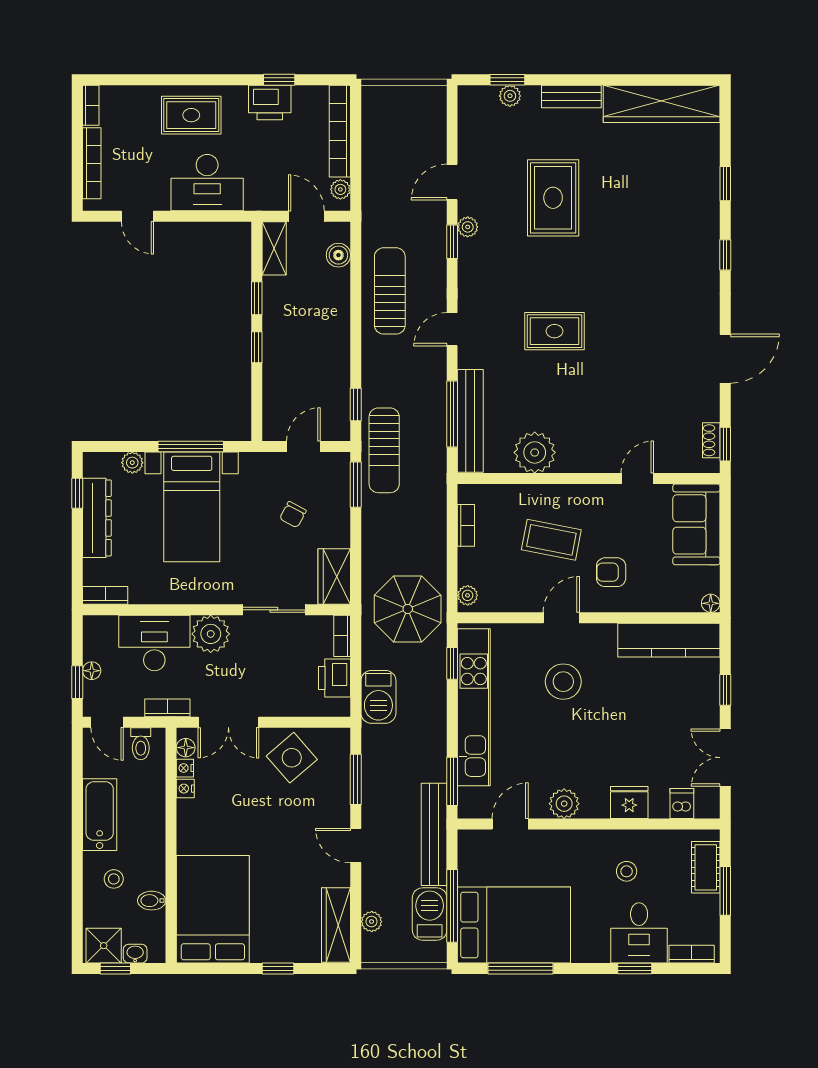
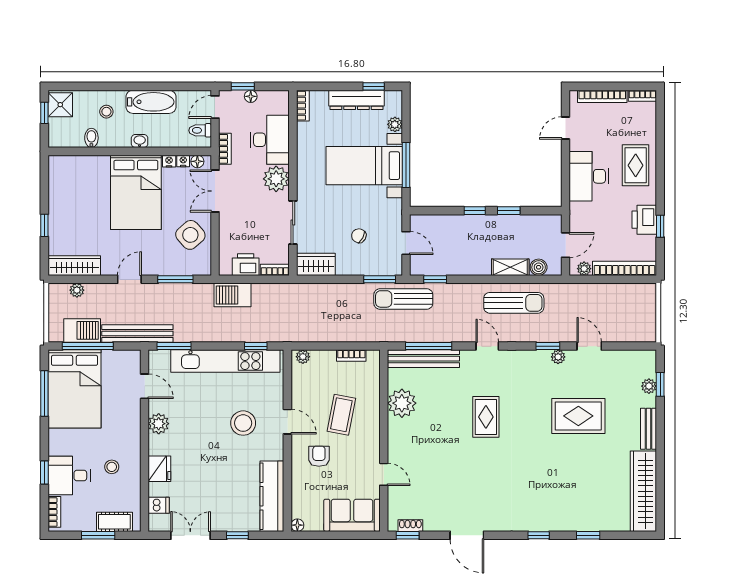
shelving: (274, 248) -> (510, 267), moved
parasol: (408, 609) -> (293, 315), removed
bed: (213, 909) -> (136, 192), moved, turned 90
washbasin: (135, 954) -> (140, 141), moved, turned -90

